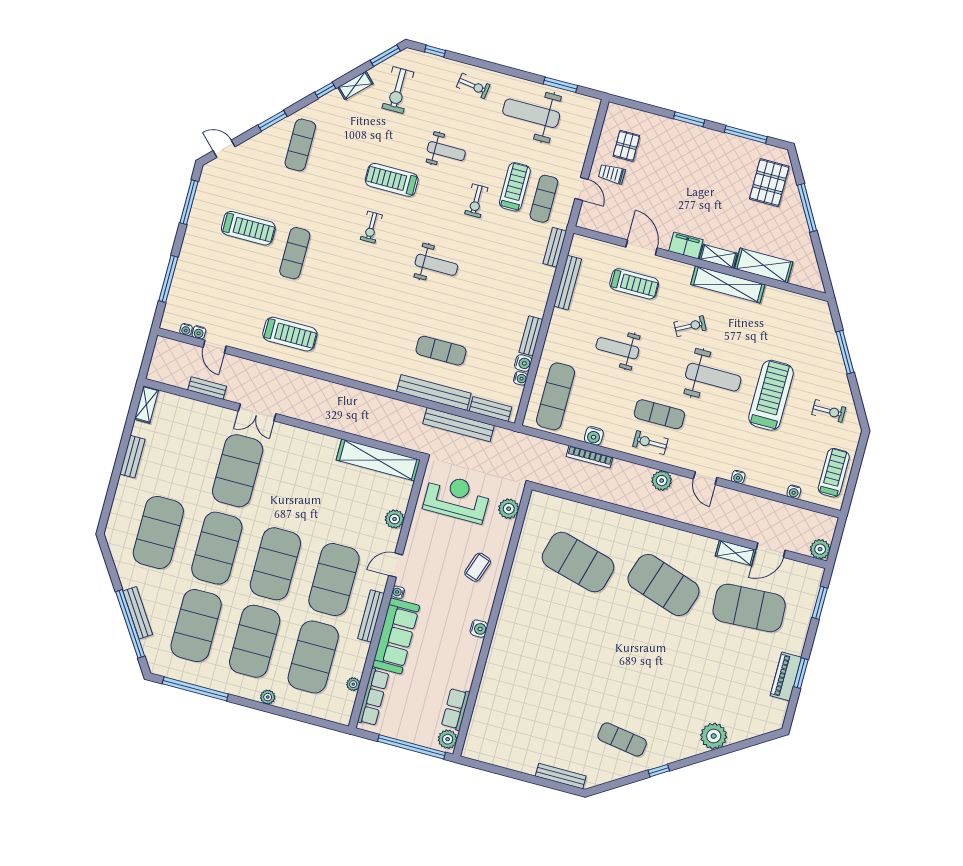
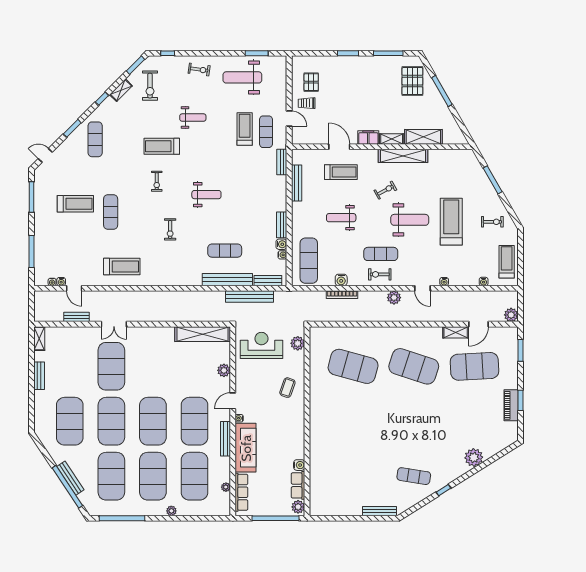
exercise bike: (476, 201) -> (170, 229), moved
water cooler: (479, 629) -> (299, 465), moved

